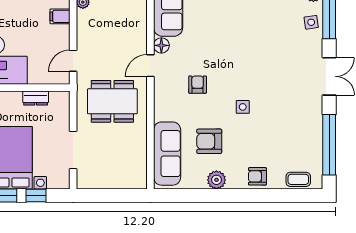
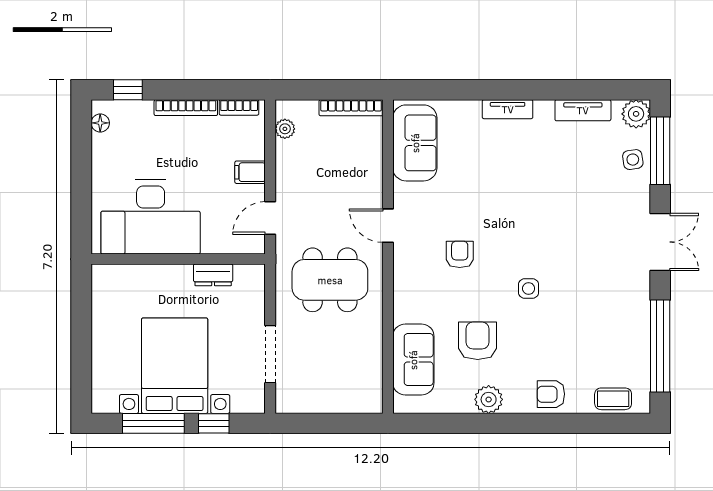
filing cabinet: (60, 16) -> (250, 172), moved
floor lamp: (161, 45) -> (405, 195), removed
door: (150, 66) -> (388, 226), hinge flipped
armchair: (209, 141) -> (478, 341), turned 90
sofa: (167, 154) -> (413, 360), width x0.73

